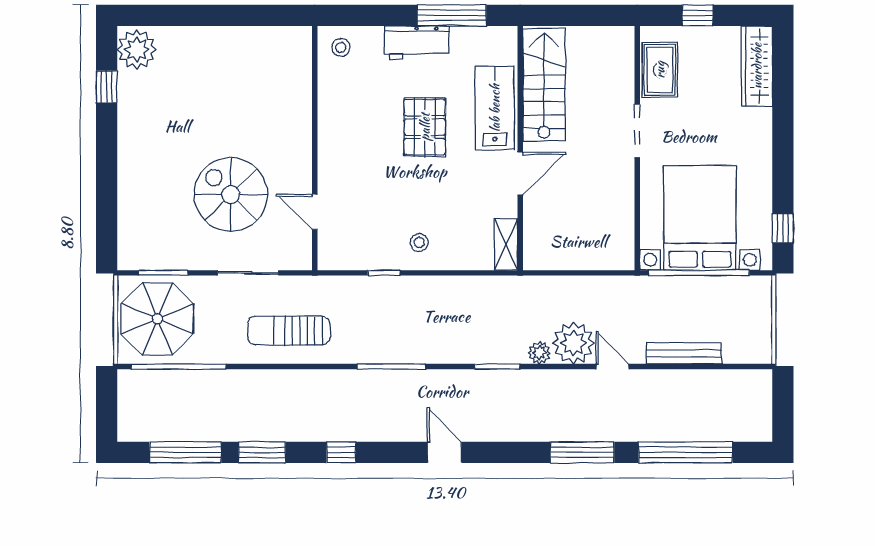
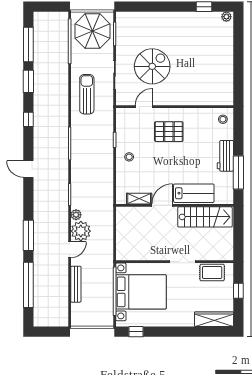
plant: (137, 50) -> (226, 17), width x0.53, depth x0.53
pallet: (425, 127) -> (169, 132), moved
door: (520, 174) -> (162, 205), swing flipped
shelving: (506, 244) -> (139, 199), moved
door: (444, 452) -> (28, 169), swing flipped

